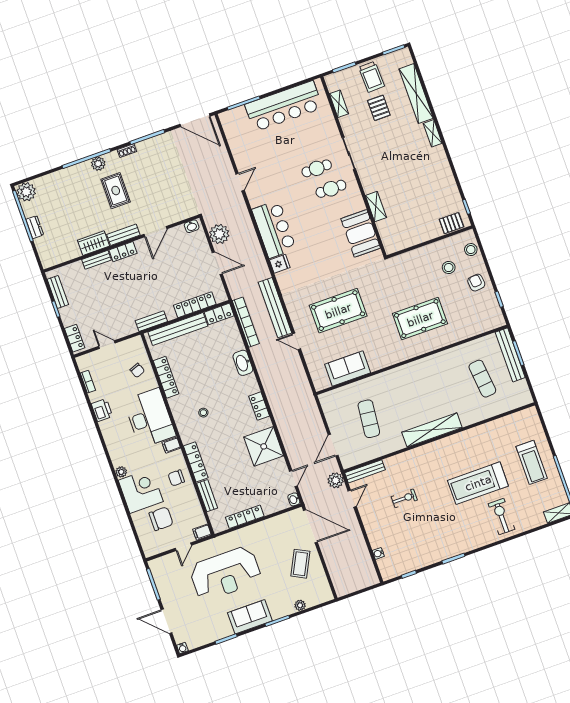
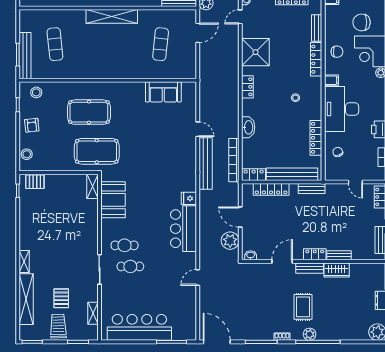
shelving: (376, 207) -> (92, 186), moved
stool: (449, 268) -> (36, 92), moved
pool table: (338, 311) -> (97, 151), moved

